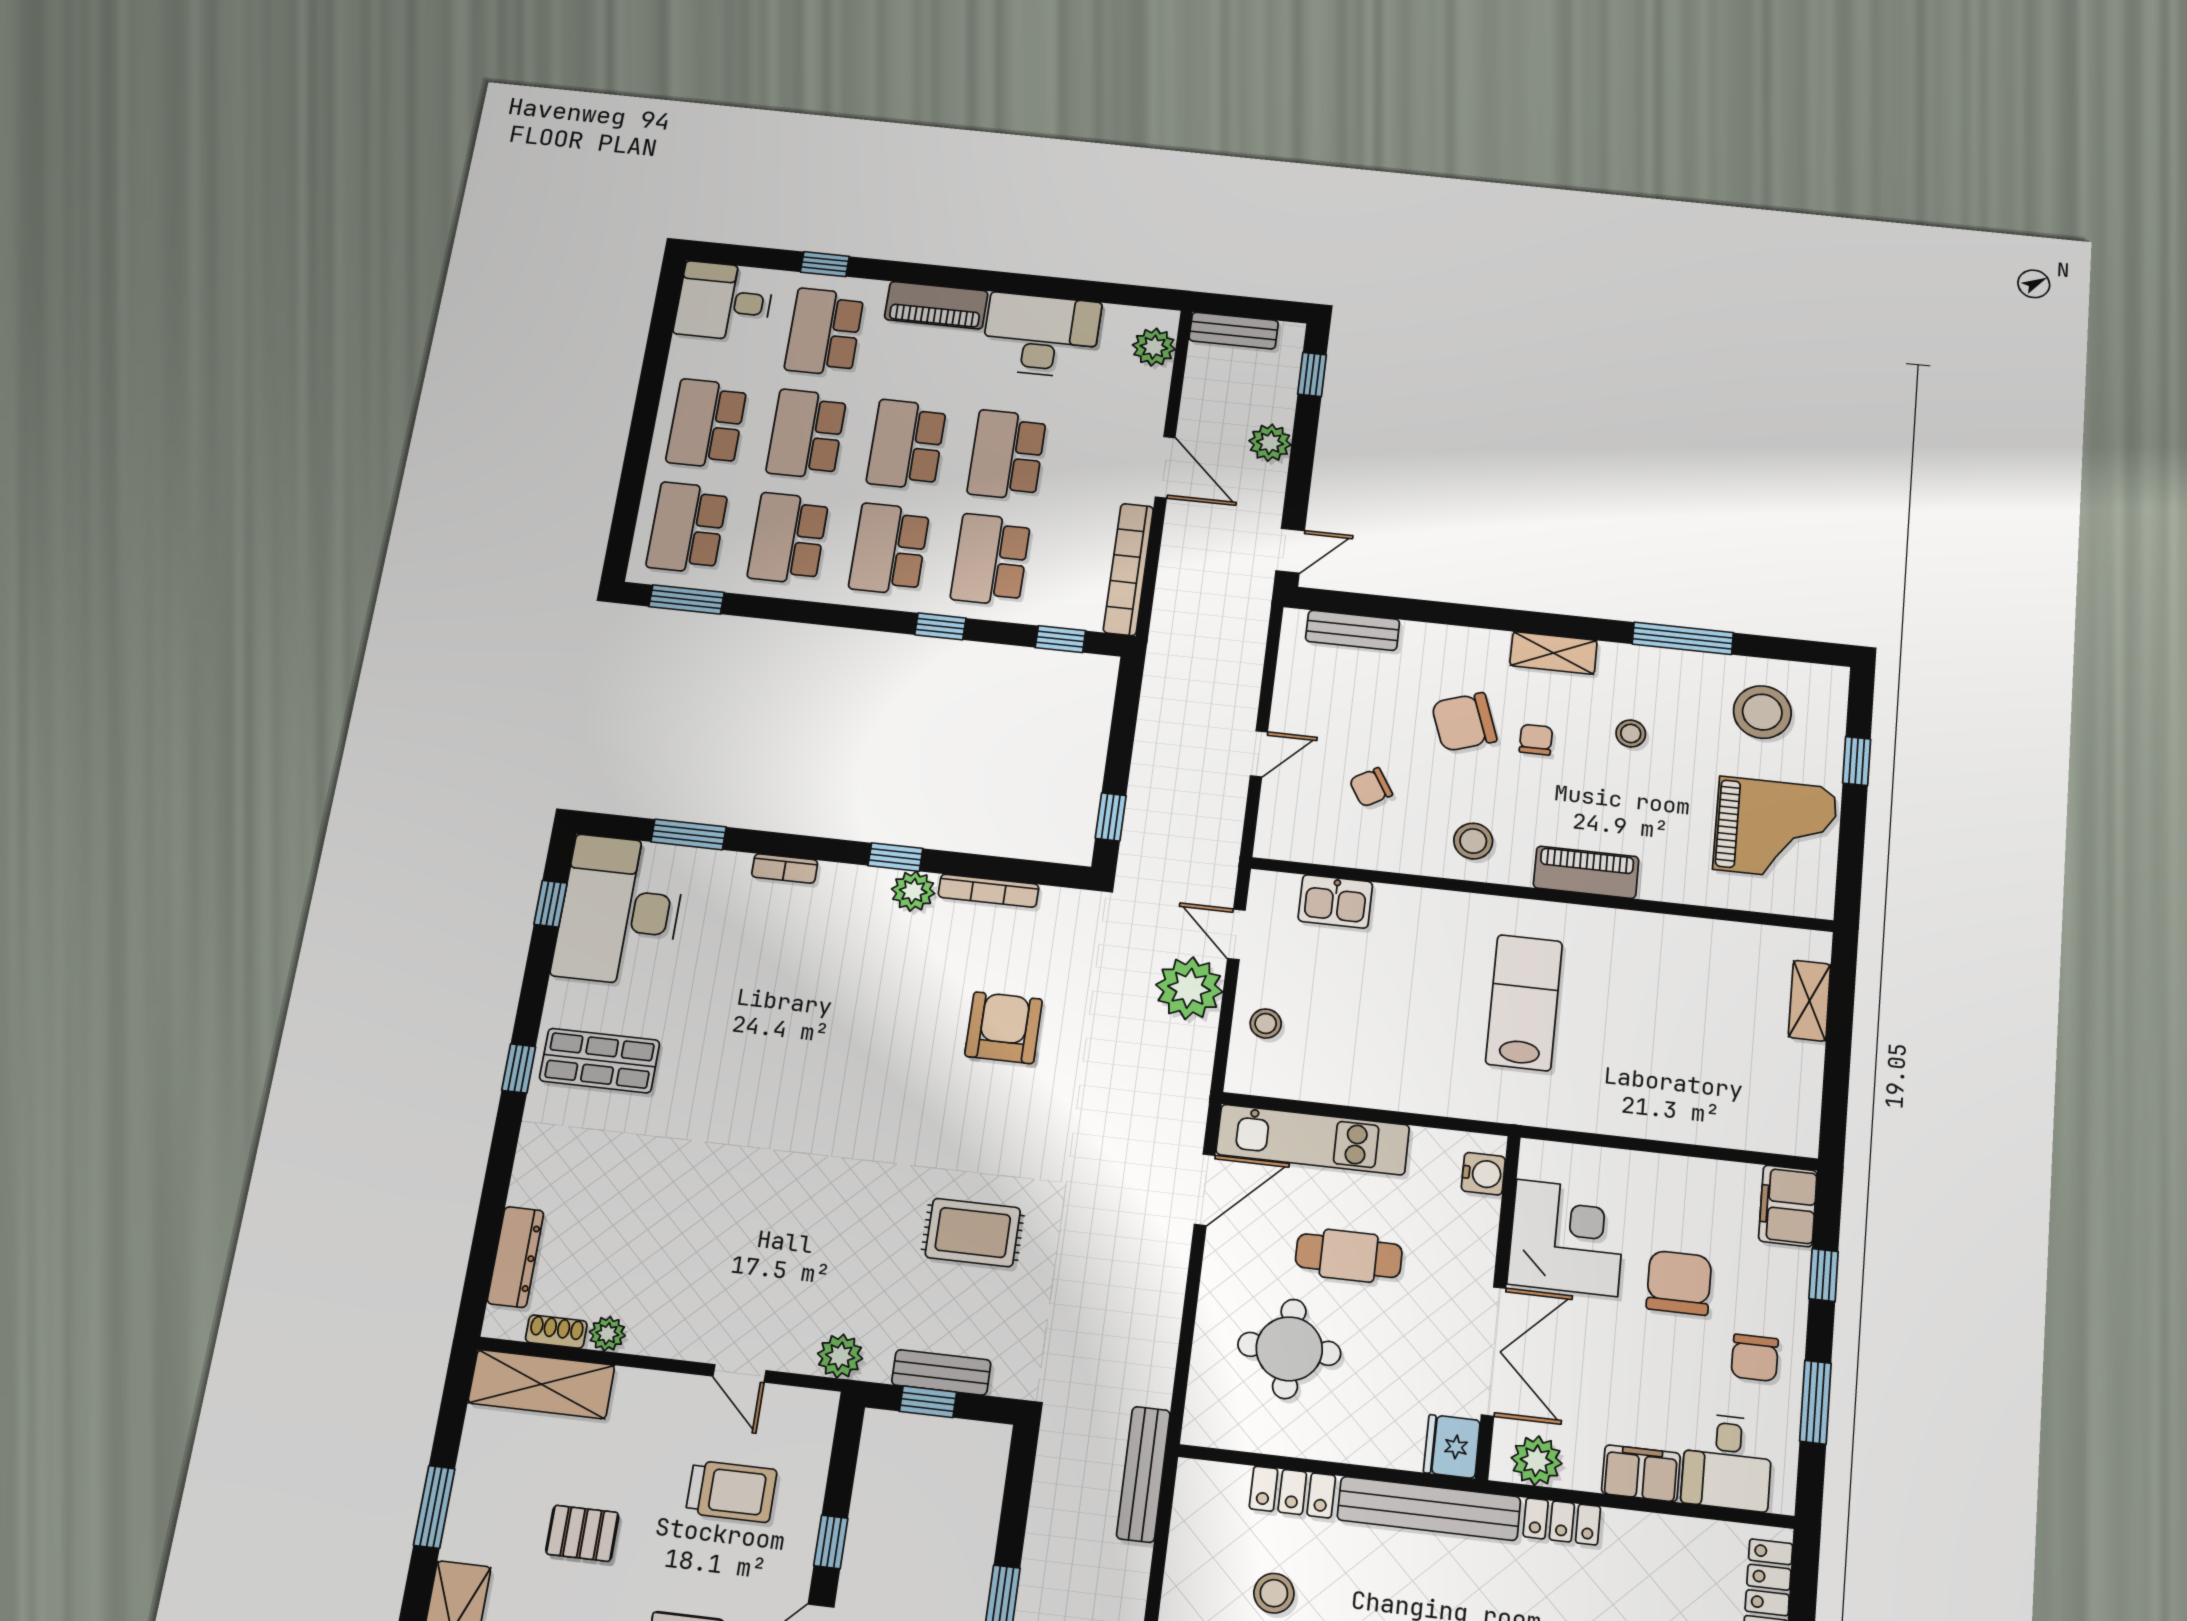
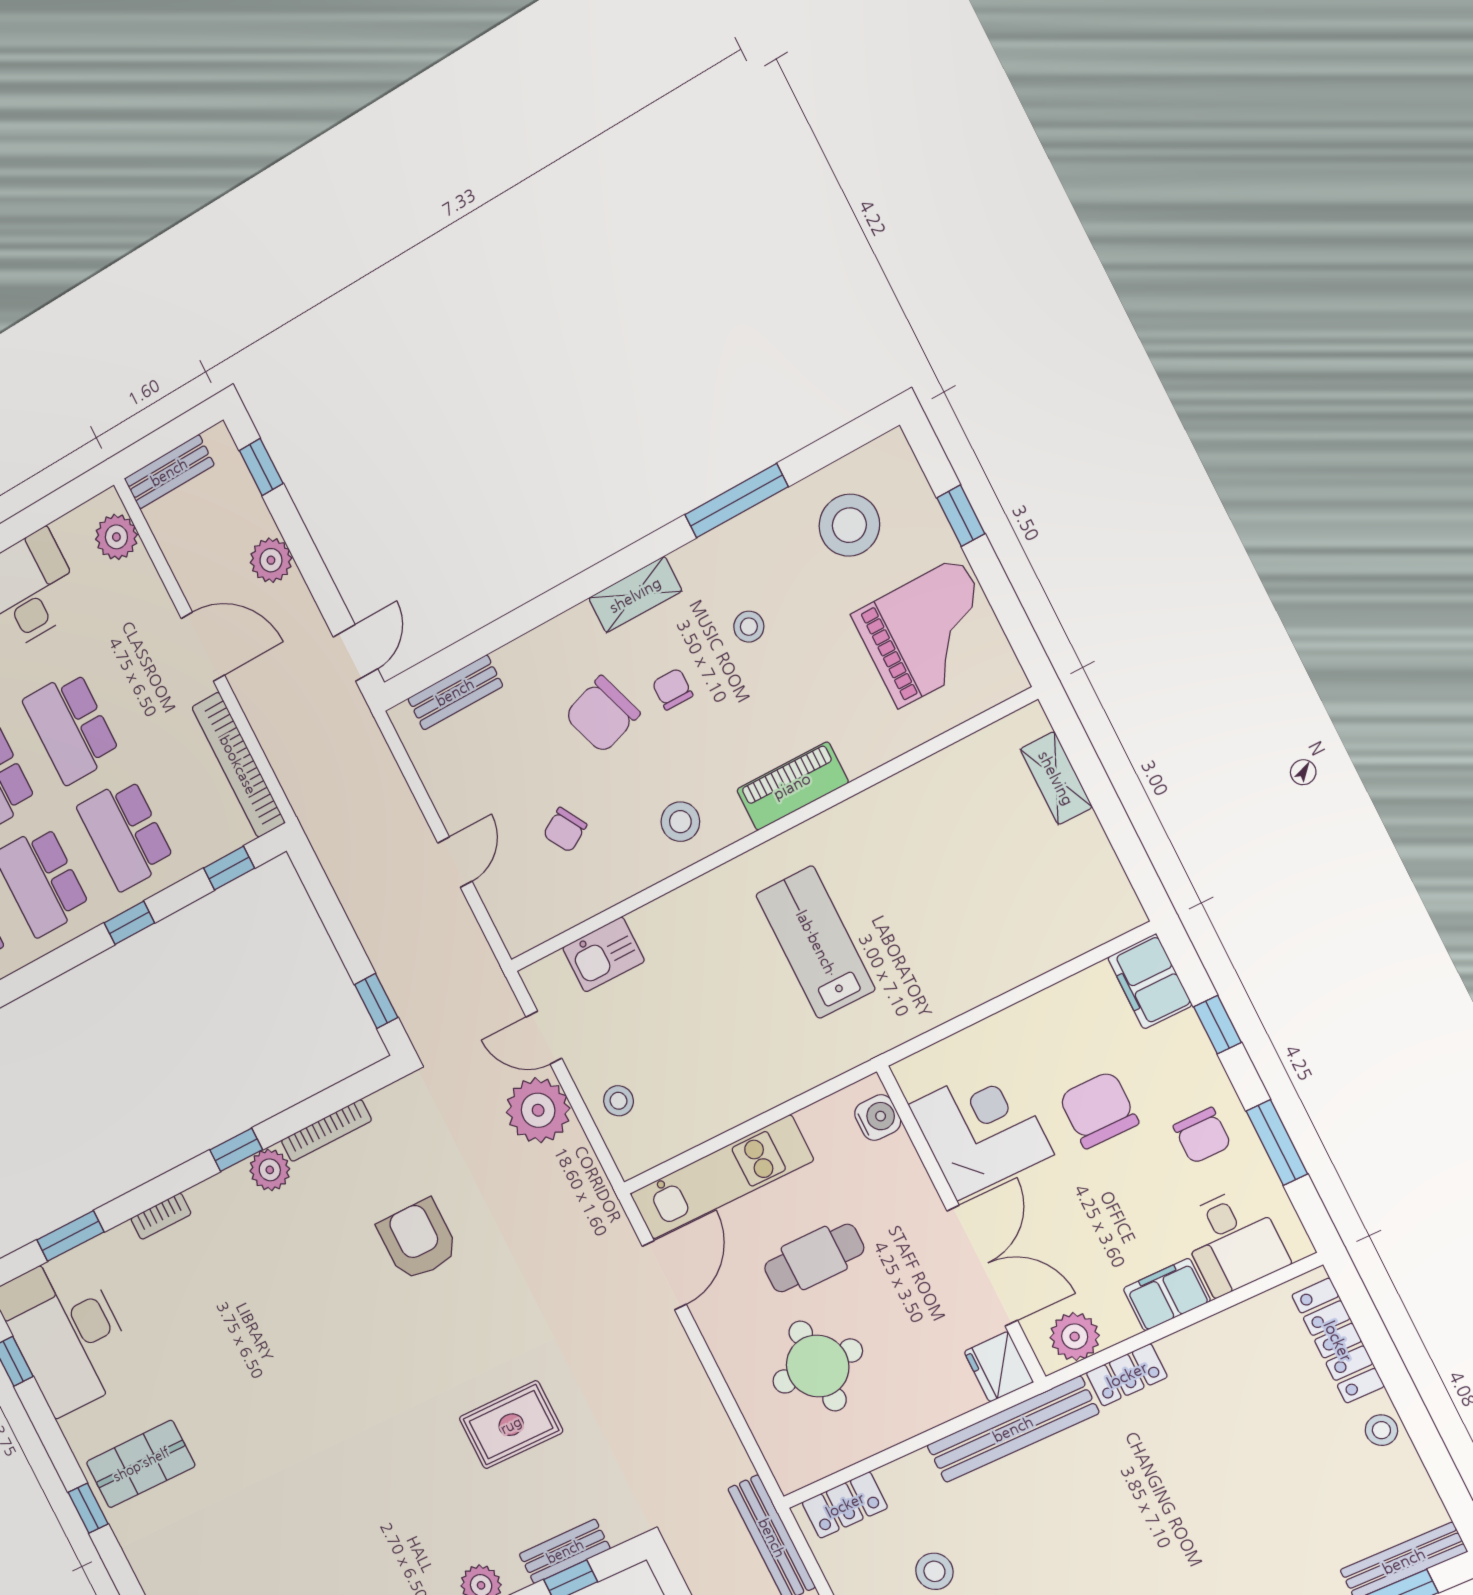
locker: (1292, 1492) -> (845, 1505), moved

